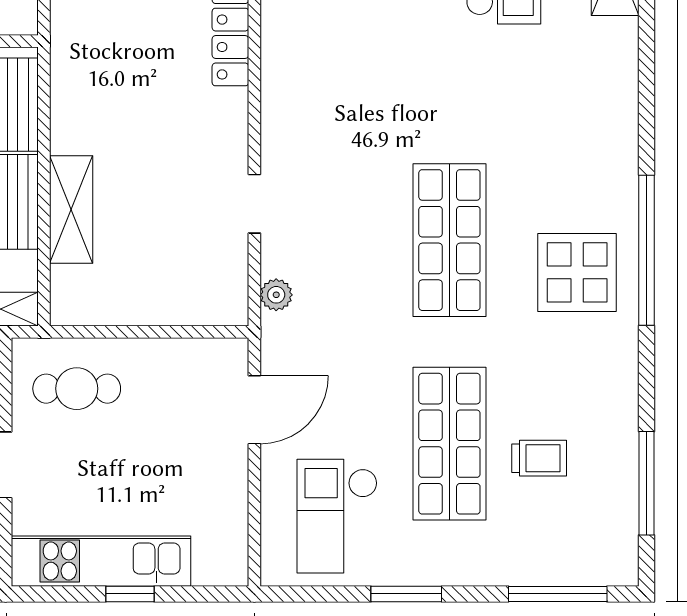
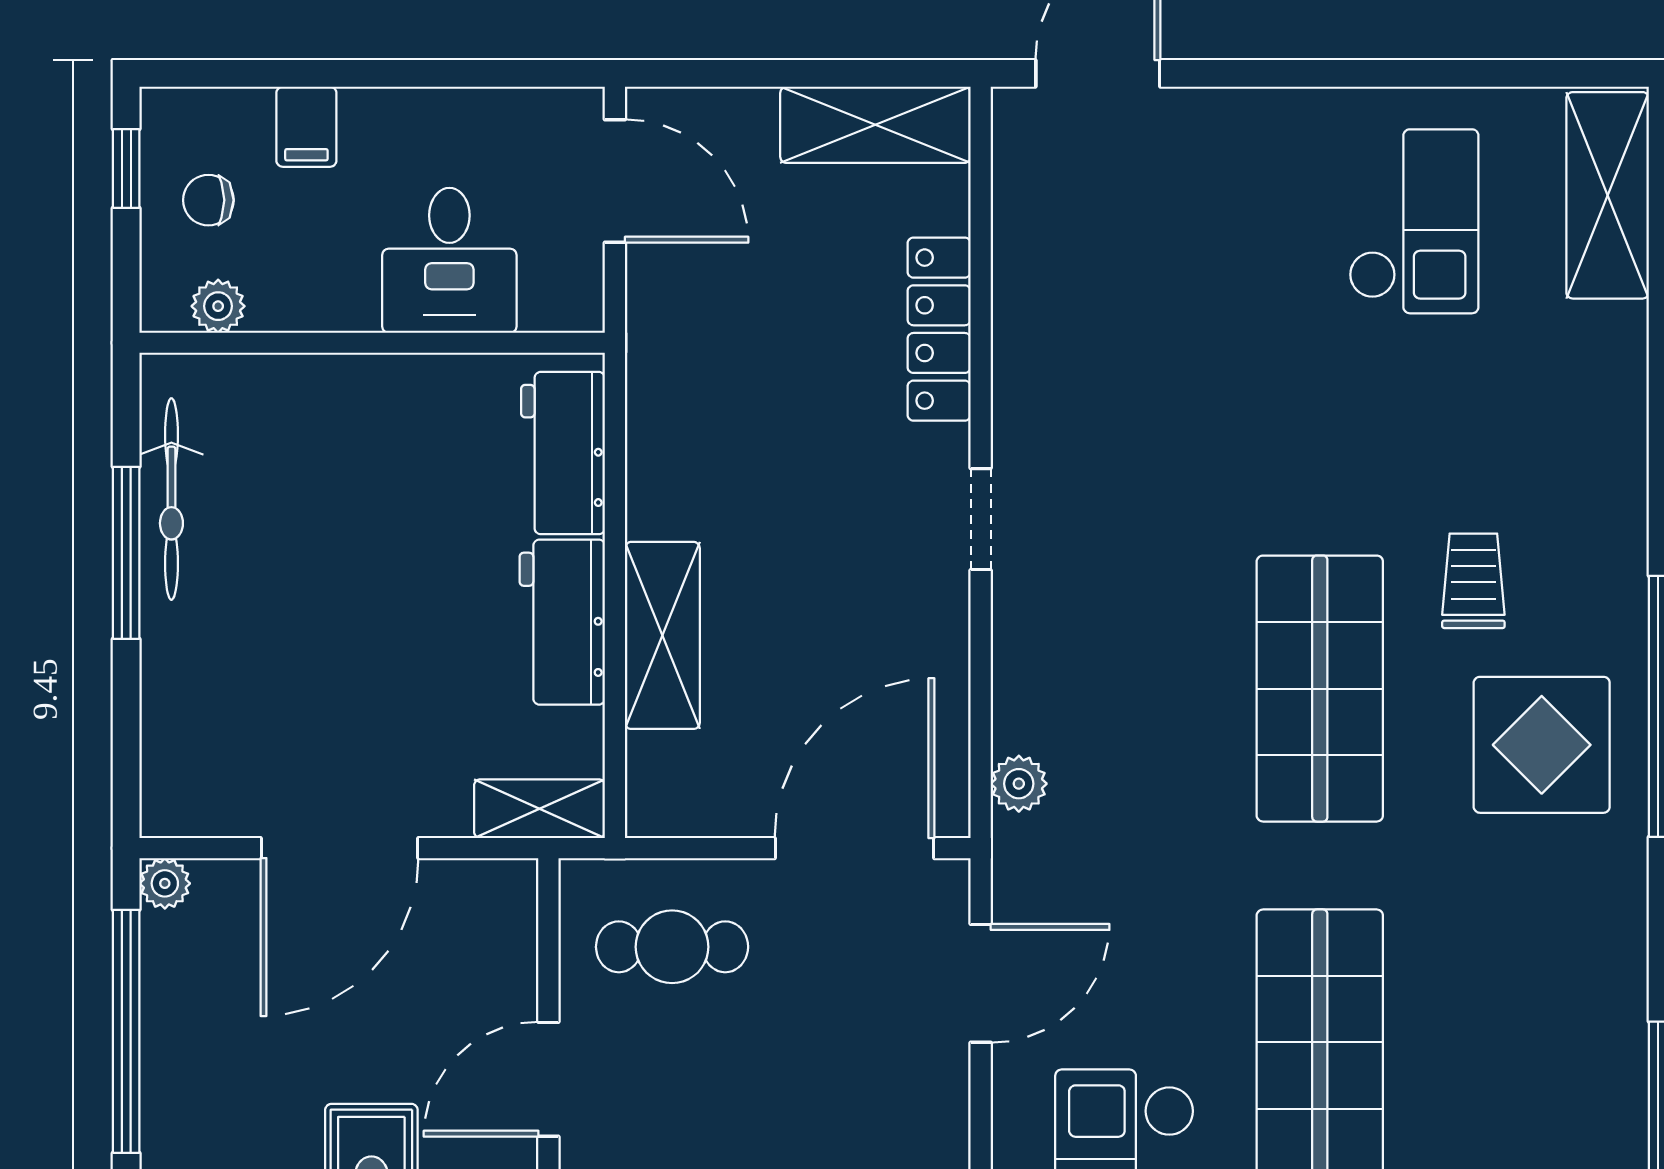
doorway: (254, 204) -> (981, 519), moved
door: (182, 332) -> (854, 848), added
trolley: (539, 458) -> (1473, 581), moved, turned -90

